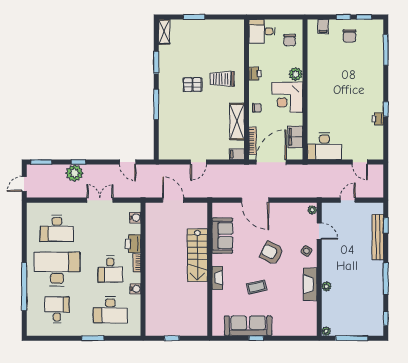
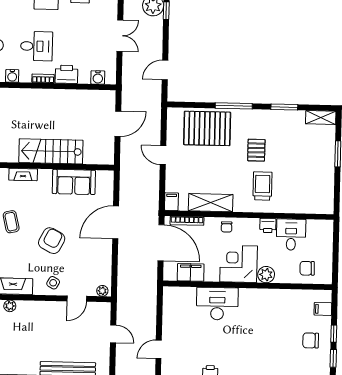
desk: (262, 31) -> (291, 235), moved
pallet: (175, 126) -> (207, 128), added
desk: (324, 146) -> (217, 304), moved, turned 90
desk: (110, 269) -> (37, 46), turned 180

